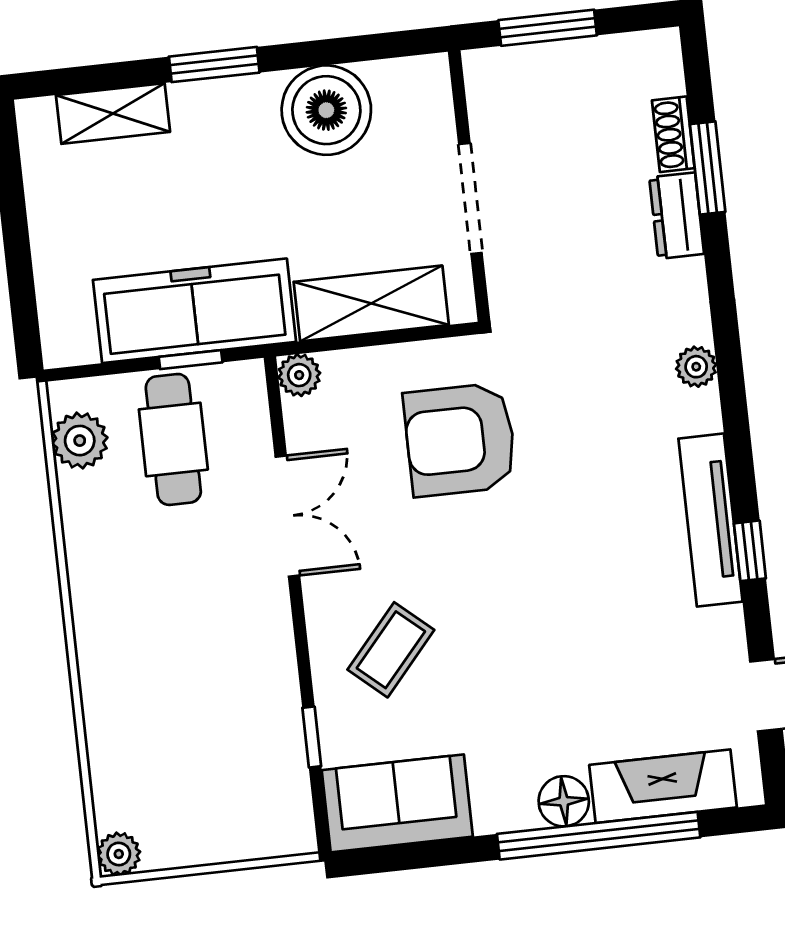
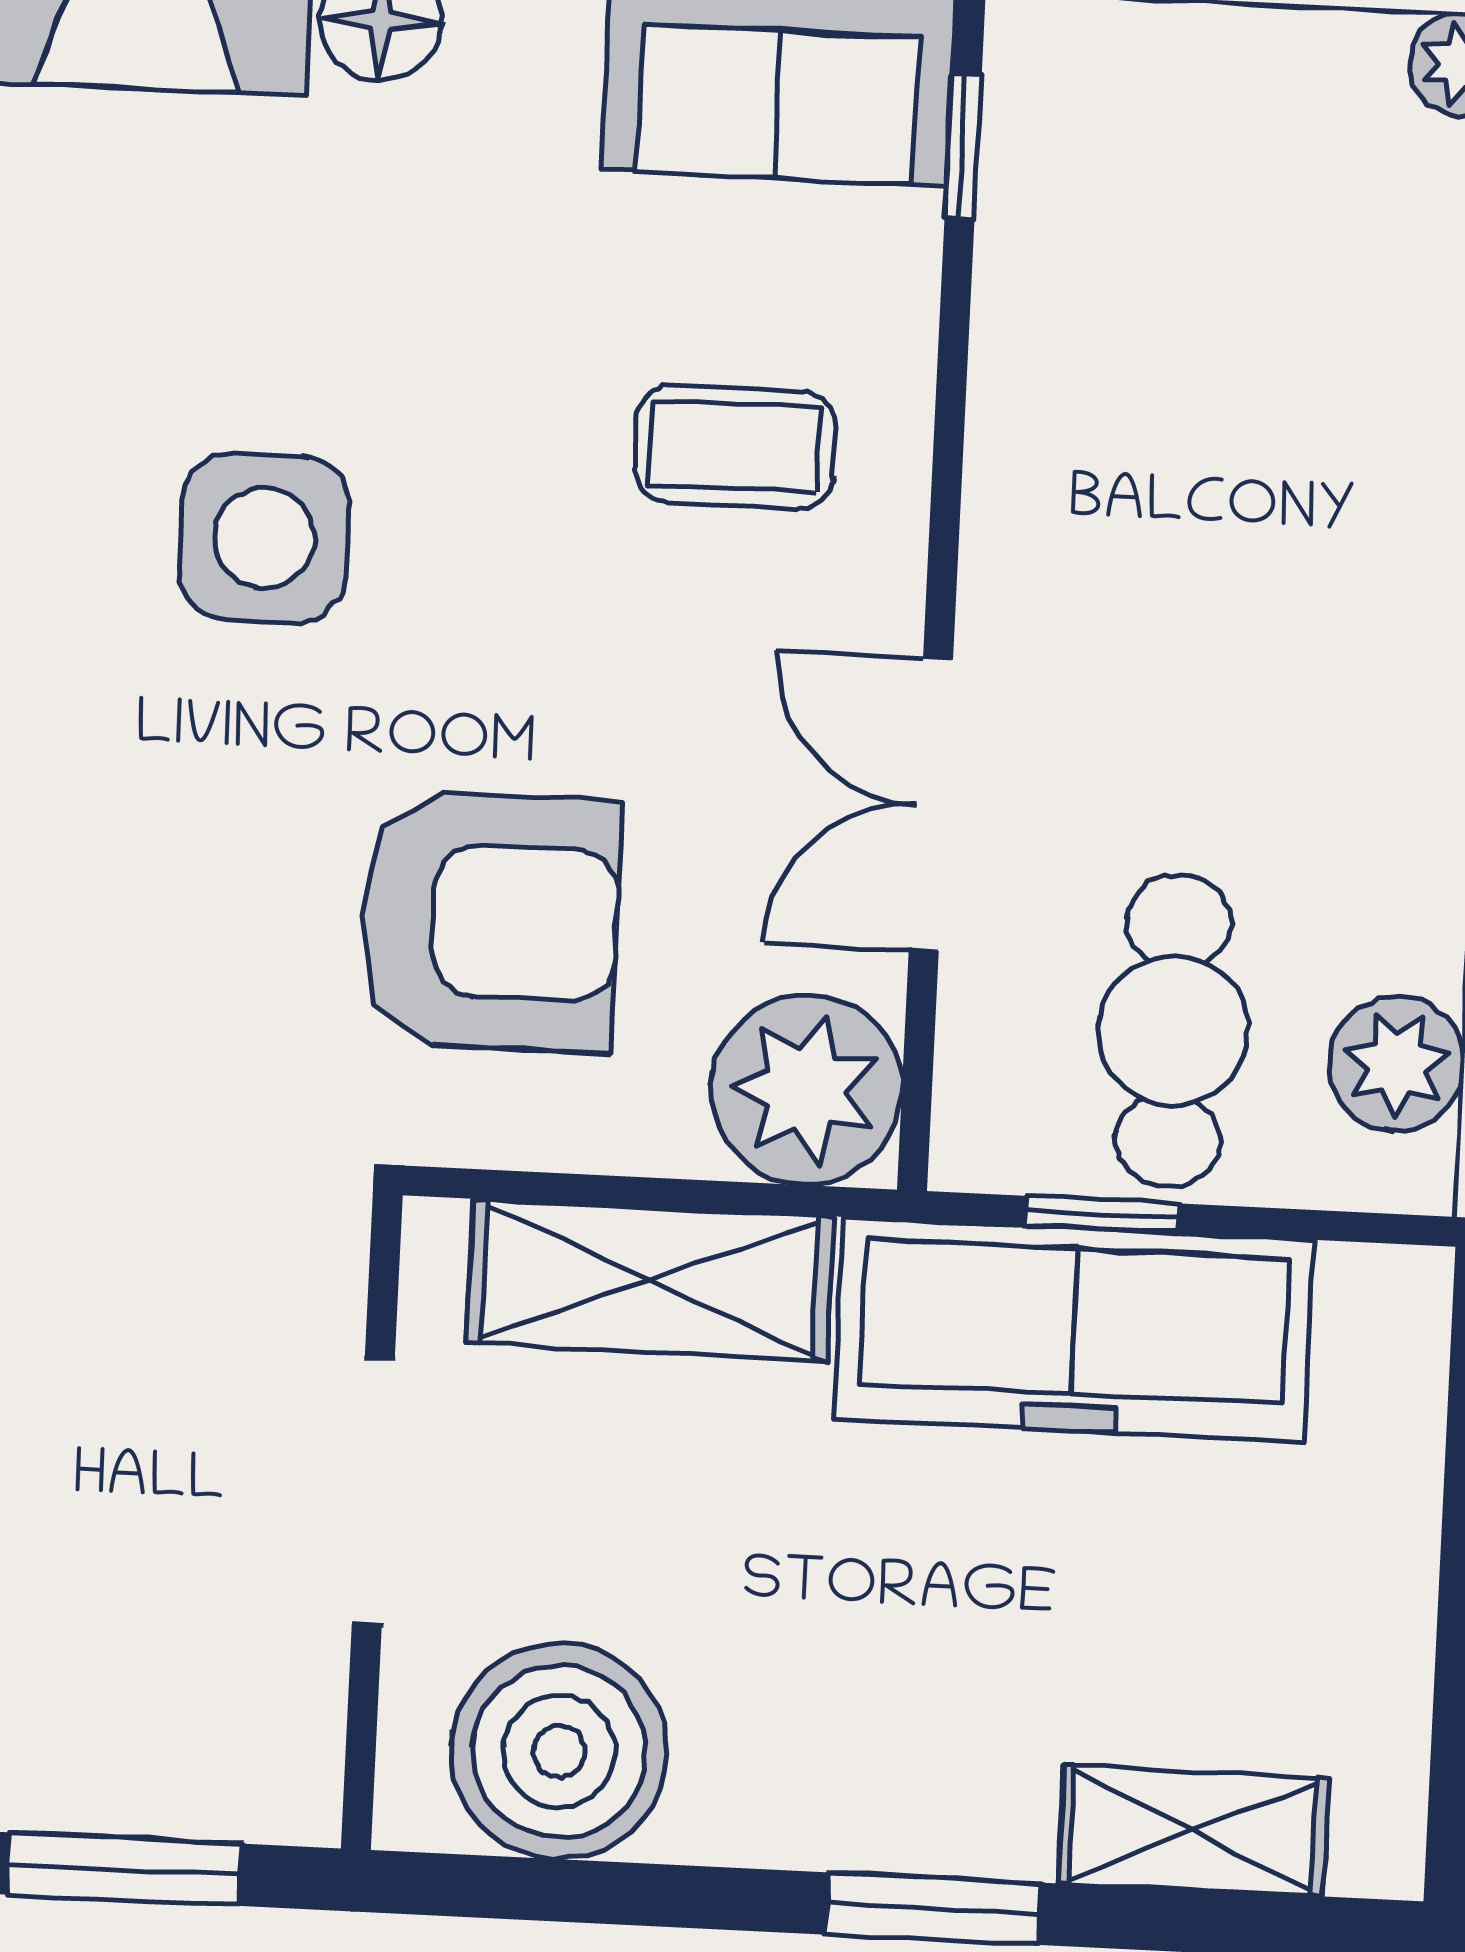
boiler: (326, 110) -> (559, 1751), moved
plant: (299, 375) -> (806, 1090), width x1.88, depth x1.88
side table: (578, 582) -> (264, 538), added
coffee table: (391, 650) -> (735, 447), turned 49
window: (312, 737) -> (963, 146), moved

